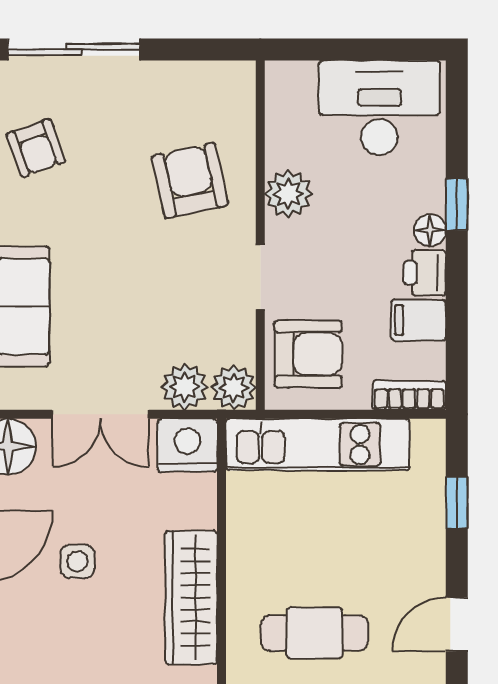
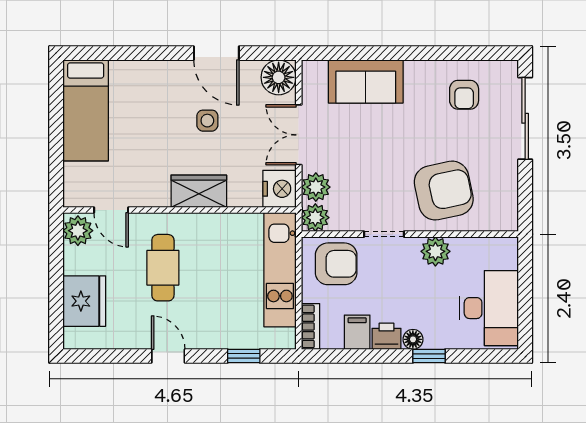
armchair: (36, 148) -> (464, 95), turned -70
armchair: (190, 181) -> (444, 191), width x1.36, depth x1.36
armchair: (308, 354) -> (336, 264), turned -90
wardrobe: (191, 598) -> (199, 191), width x0.67

